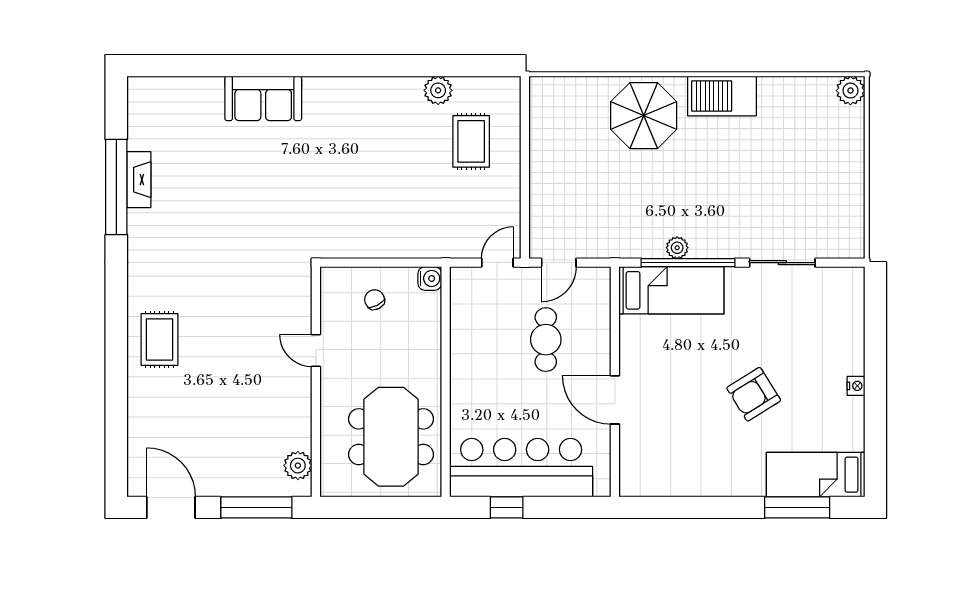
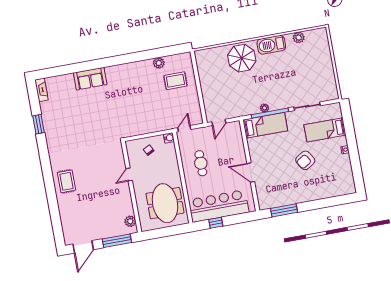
plant: (850, 91) -> (299, 38), moved
rug: (471, 141) -> (175, 81), turned 90
fireplace: (139, 180) -> (41, 90), moved
window: (116, 187) -> (38, 124), width x0.47
door: (497, 263) -> (184, 129), moved
cafe table: (546, 340) -> (201, 163), moved
door: (316, 350) -> (129, 174), hinge flipped
bed: (816, 475) -> (325, 130), moved
door: (171, 507) -> (83, 247), swing flipped
window: (797, 507) -> (284, 210), moved

